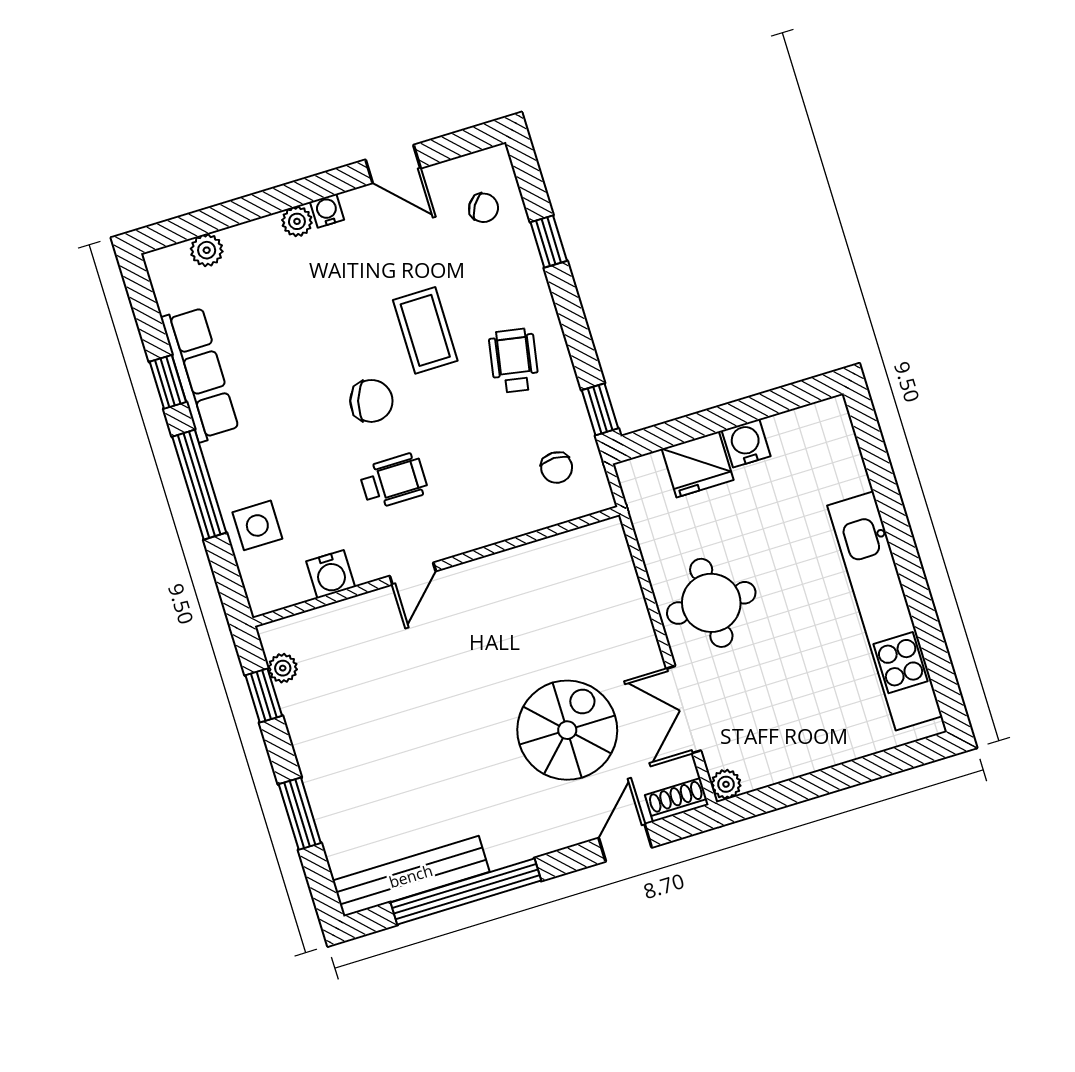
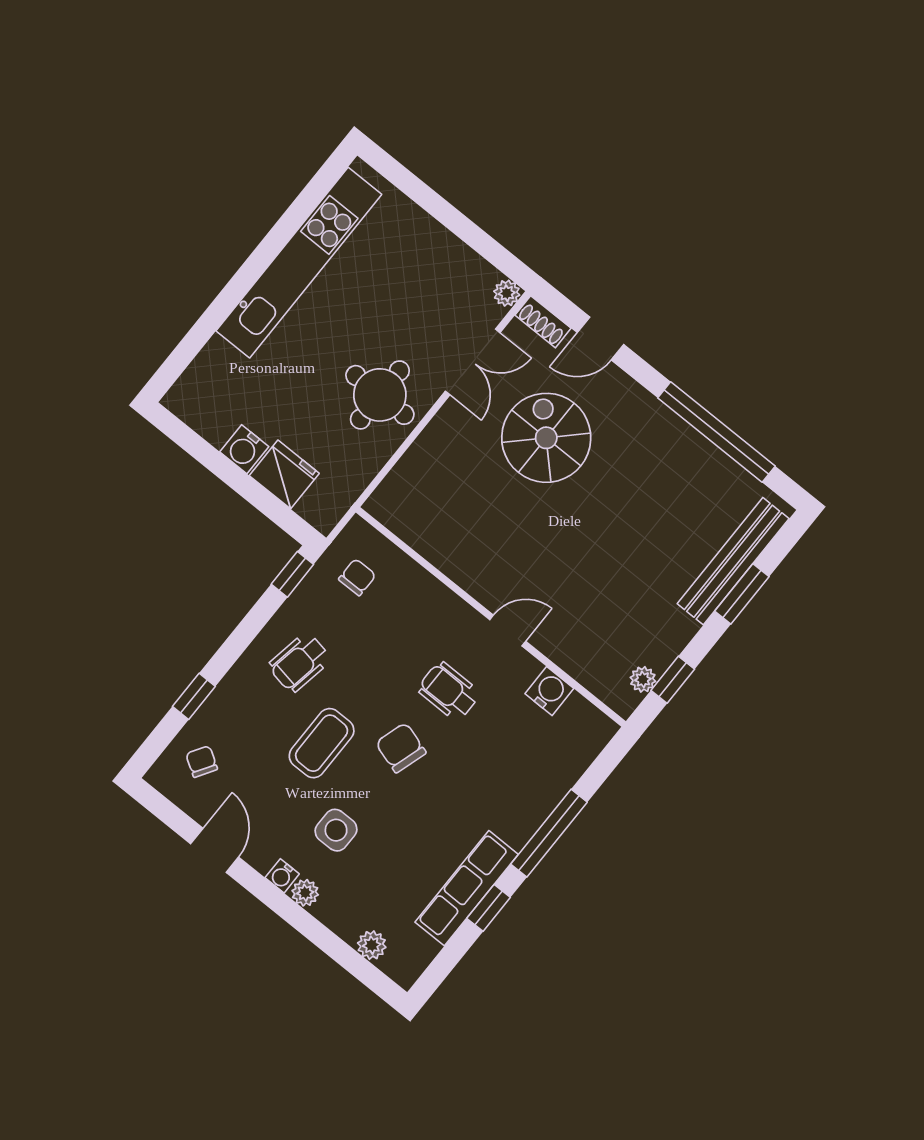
side table: (257, 525) -> (336, 830), moved
spiral stairs: (567, 730) -> (546, 438), turned 90
bench: (411, 876) -> (733, 561), moved, turned 90

